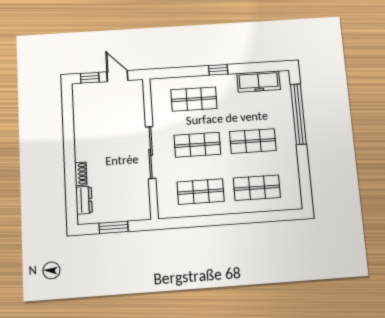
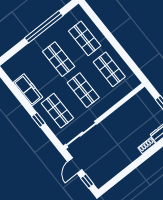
window: (218, 70) -> (38, 120), moved
freezer: (259, 81) -> (28, 90), moved
window: (298, 114) -> (44, 27), moved
sliding door: (151, 152) -> (81, 134), moved

